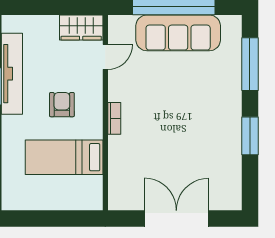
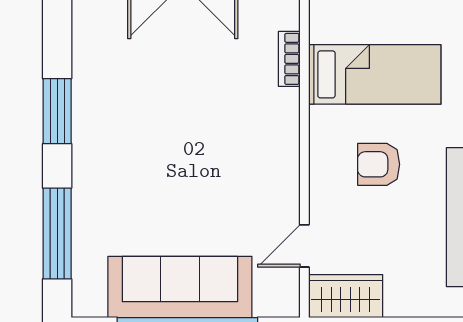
armchair: (62, 105) -> (379, 164), turned 90
bookcase: (114, 118) -> (289, 59), moved

